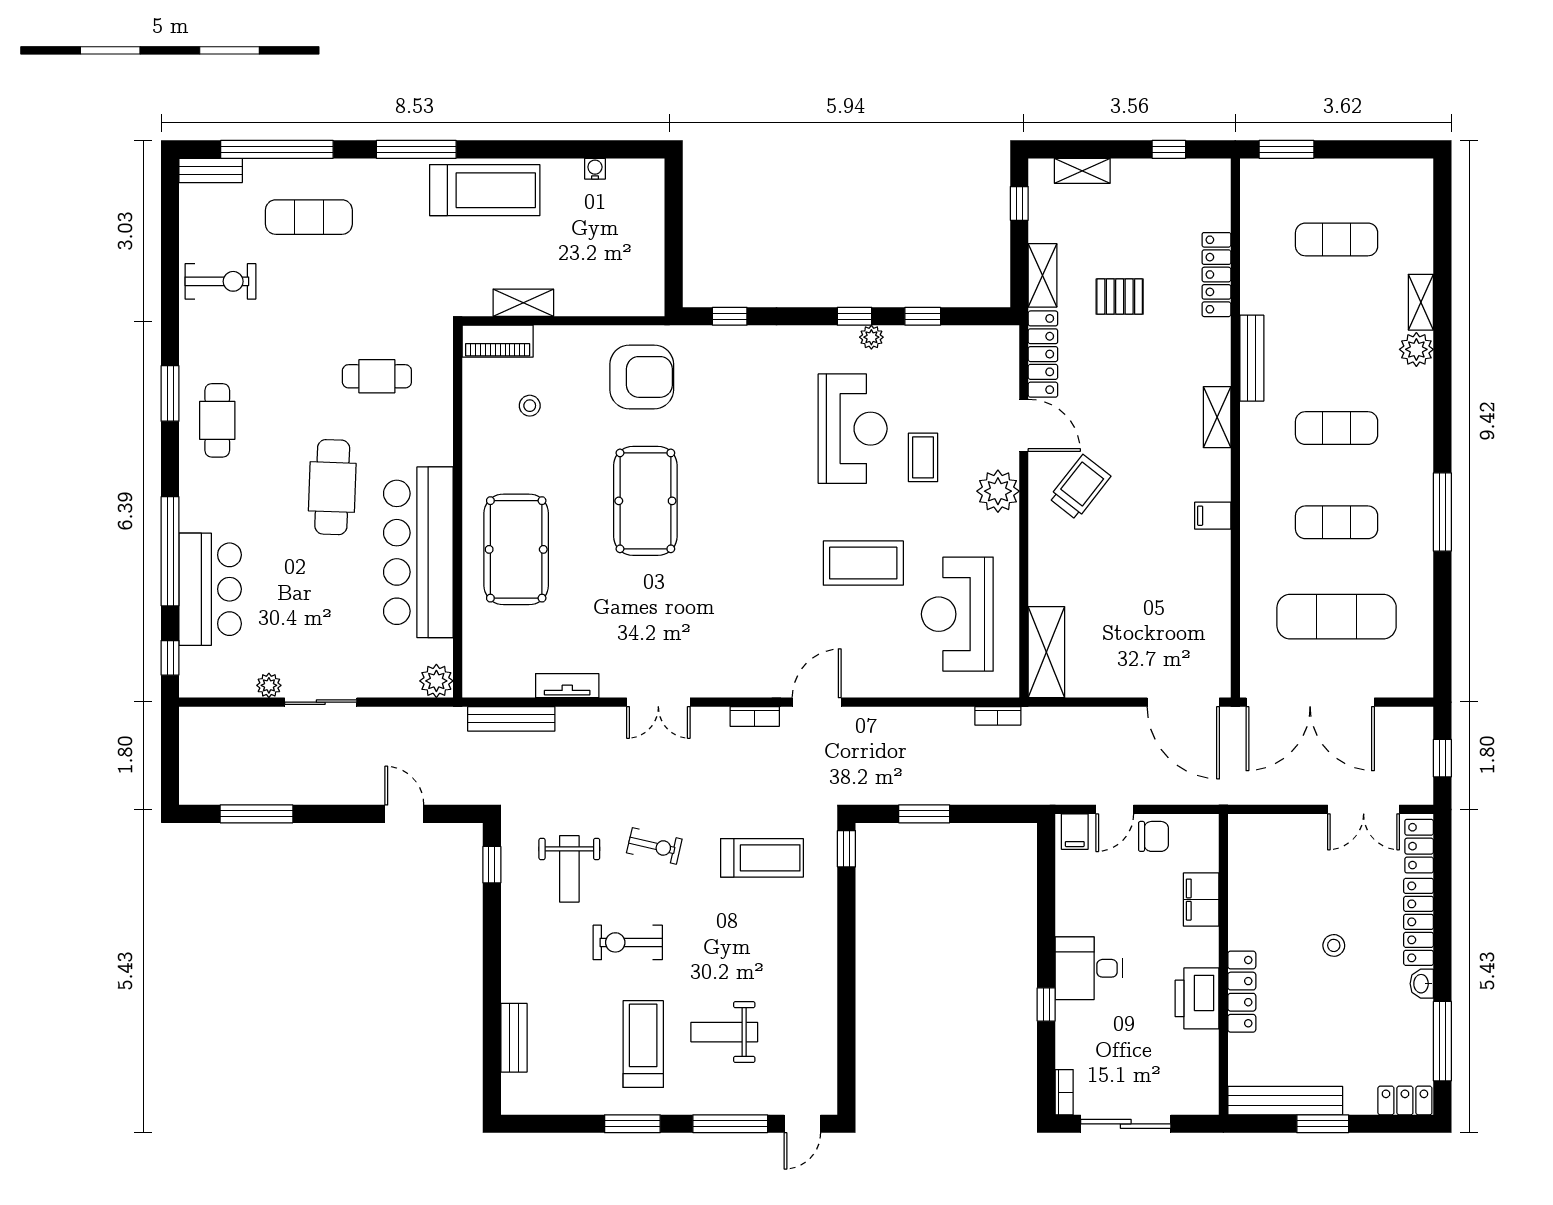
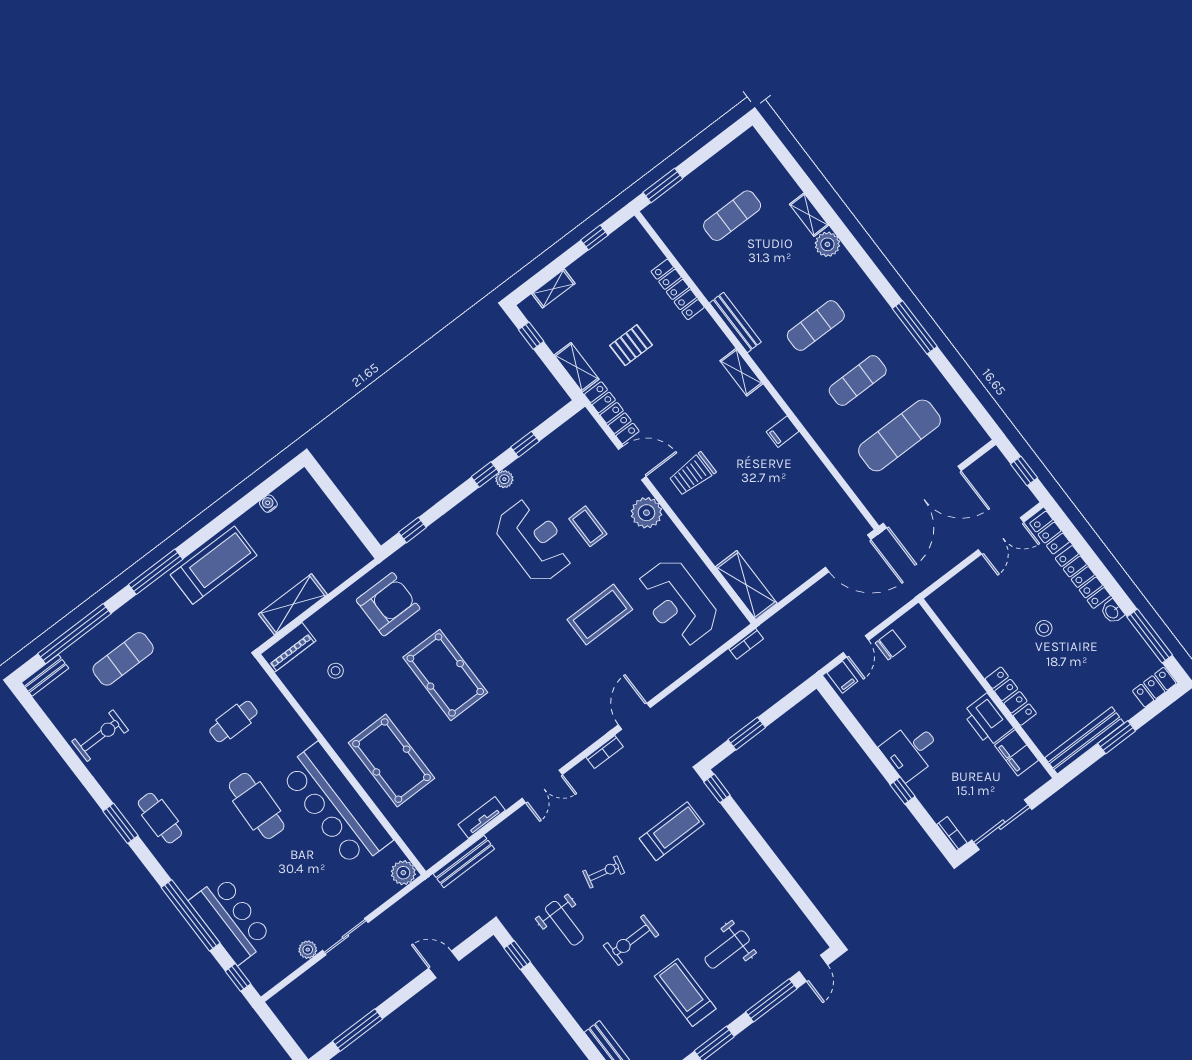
shelving: (523, 303) -> (293, 604), width x1.50, depth x1.33
trolley: (1080, 487) -> (692, 474), turned -128
filing cabinet: (1201, 900) -> (1017, 753), moved

